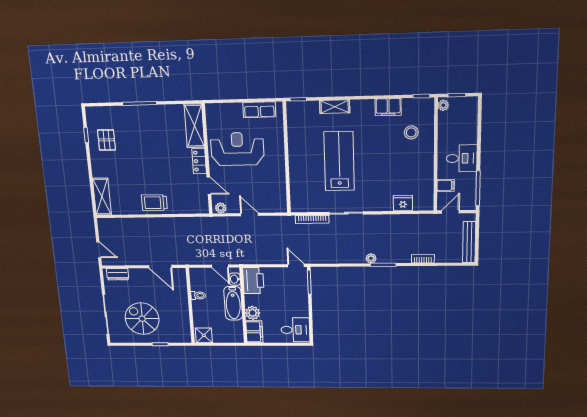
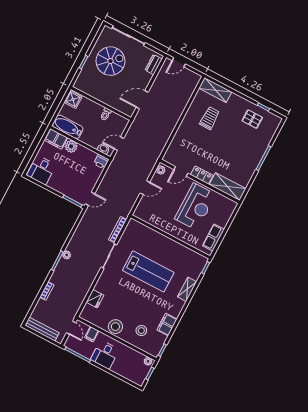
stool: (422, 164) -> (115, 327), added
trolley: (154, 203) -> (210, 118), moved
printer: (253, 281) -> (101, 162), width x0.53, depth x0.68
bathtub: (233, 303) -> (68, 127), moved

